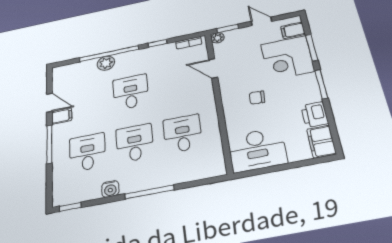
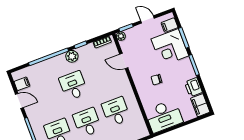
plant: (106, 63) -> (72, 56), moved
filing cabinet: (62, 116) -> (22, 84), moved

